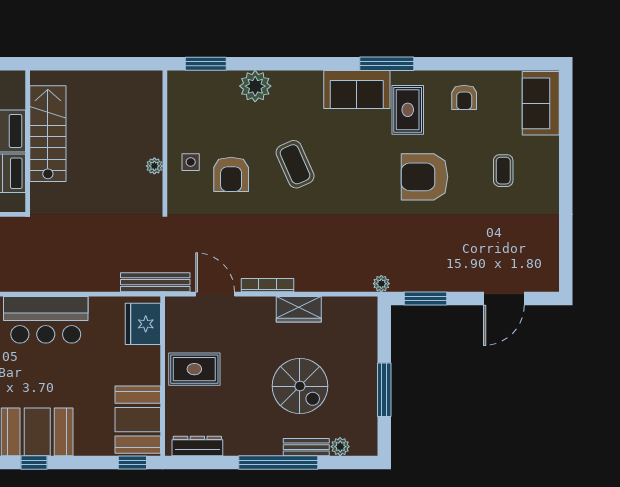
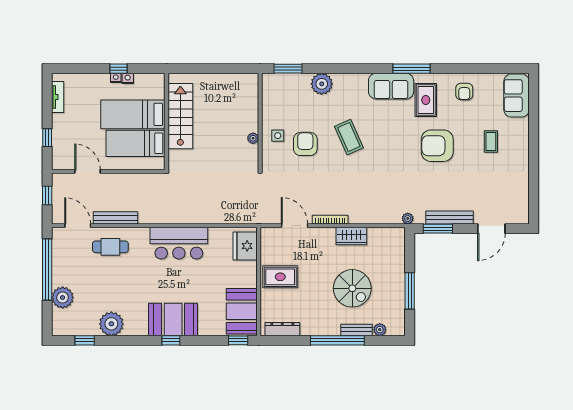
armchair: (231, 174) -> (305, 144), turned 180
bench: (155, 282) -> (449, 218), moved

